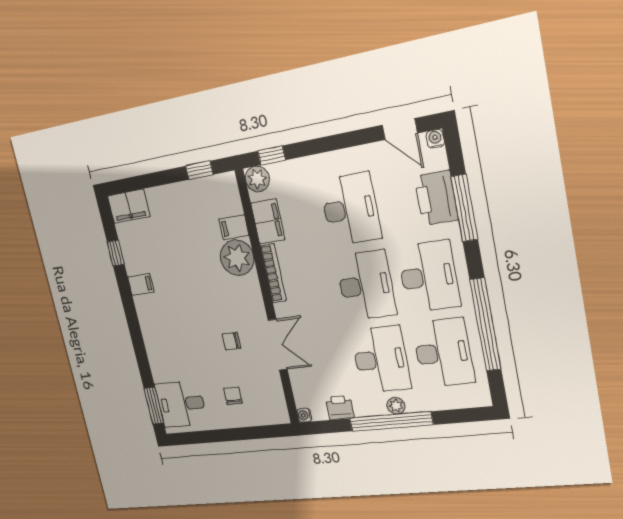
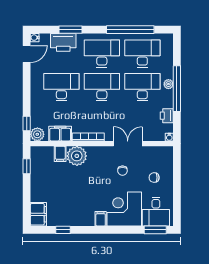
window: (464, 208) -> (70, 30), width x0.69
filing cabinet: (141, 284) -> (101, 219), moved
corner desk: (172, 352) -> (124, 209), added

